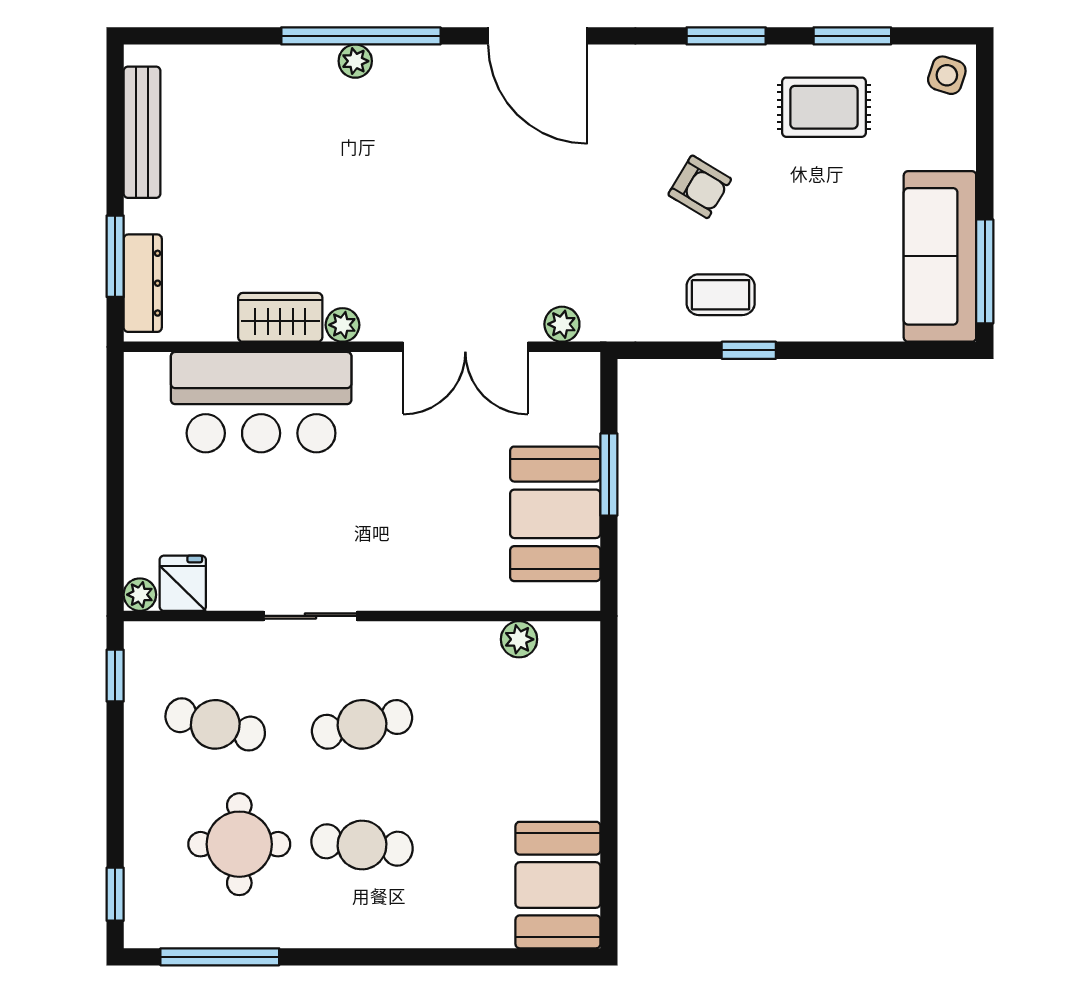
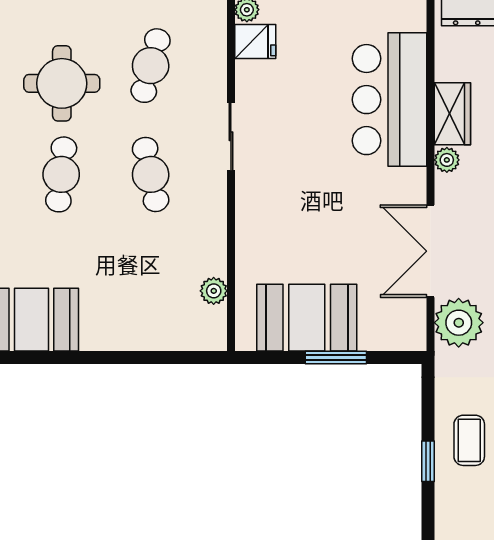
plant: (562, 324) -> (459, 323), width x1.88, depth x1.88

